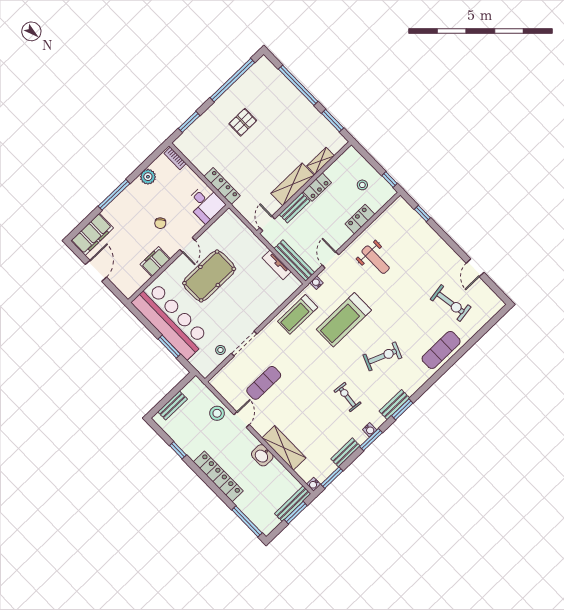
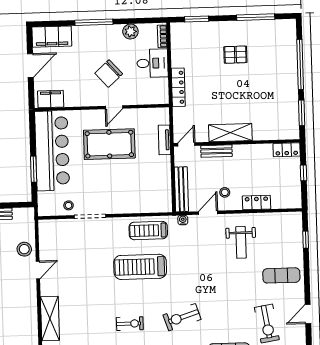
window: (232, 80) -> (256, 17), width x0.68
shelving: (321, 161) -> (266, 134), removed
window: (390, 180) -> (304, 173), moved
stool: (362, 185) -> (225, 192), moved
locker: (317, 187) -> (287, 150), moved
desk: (205, 204) -> (152, 63), moved, turned -90
chair: (160, 223) -> (109, 73), width x1.87, depth x1.87
filing cabinet: (155, 262) -> (51, 99), moved
tv unit: (277, 265) -> (164, 140), moved
treadmill: (344, 320) -> (140, 267), moved
exercise bike: (382, 356) -> (182, 317), turned 140
exercise mat: (264, 383) -> (281, 275), moved
exercise bike: (347, 397) -> (130, 324), turned 84
washbasin: (262, 455) -> (29, 310), removed

